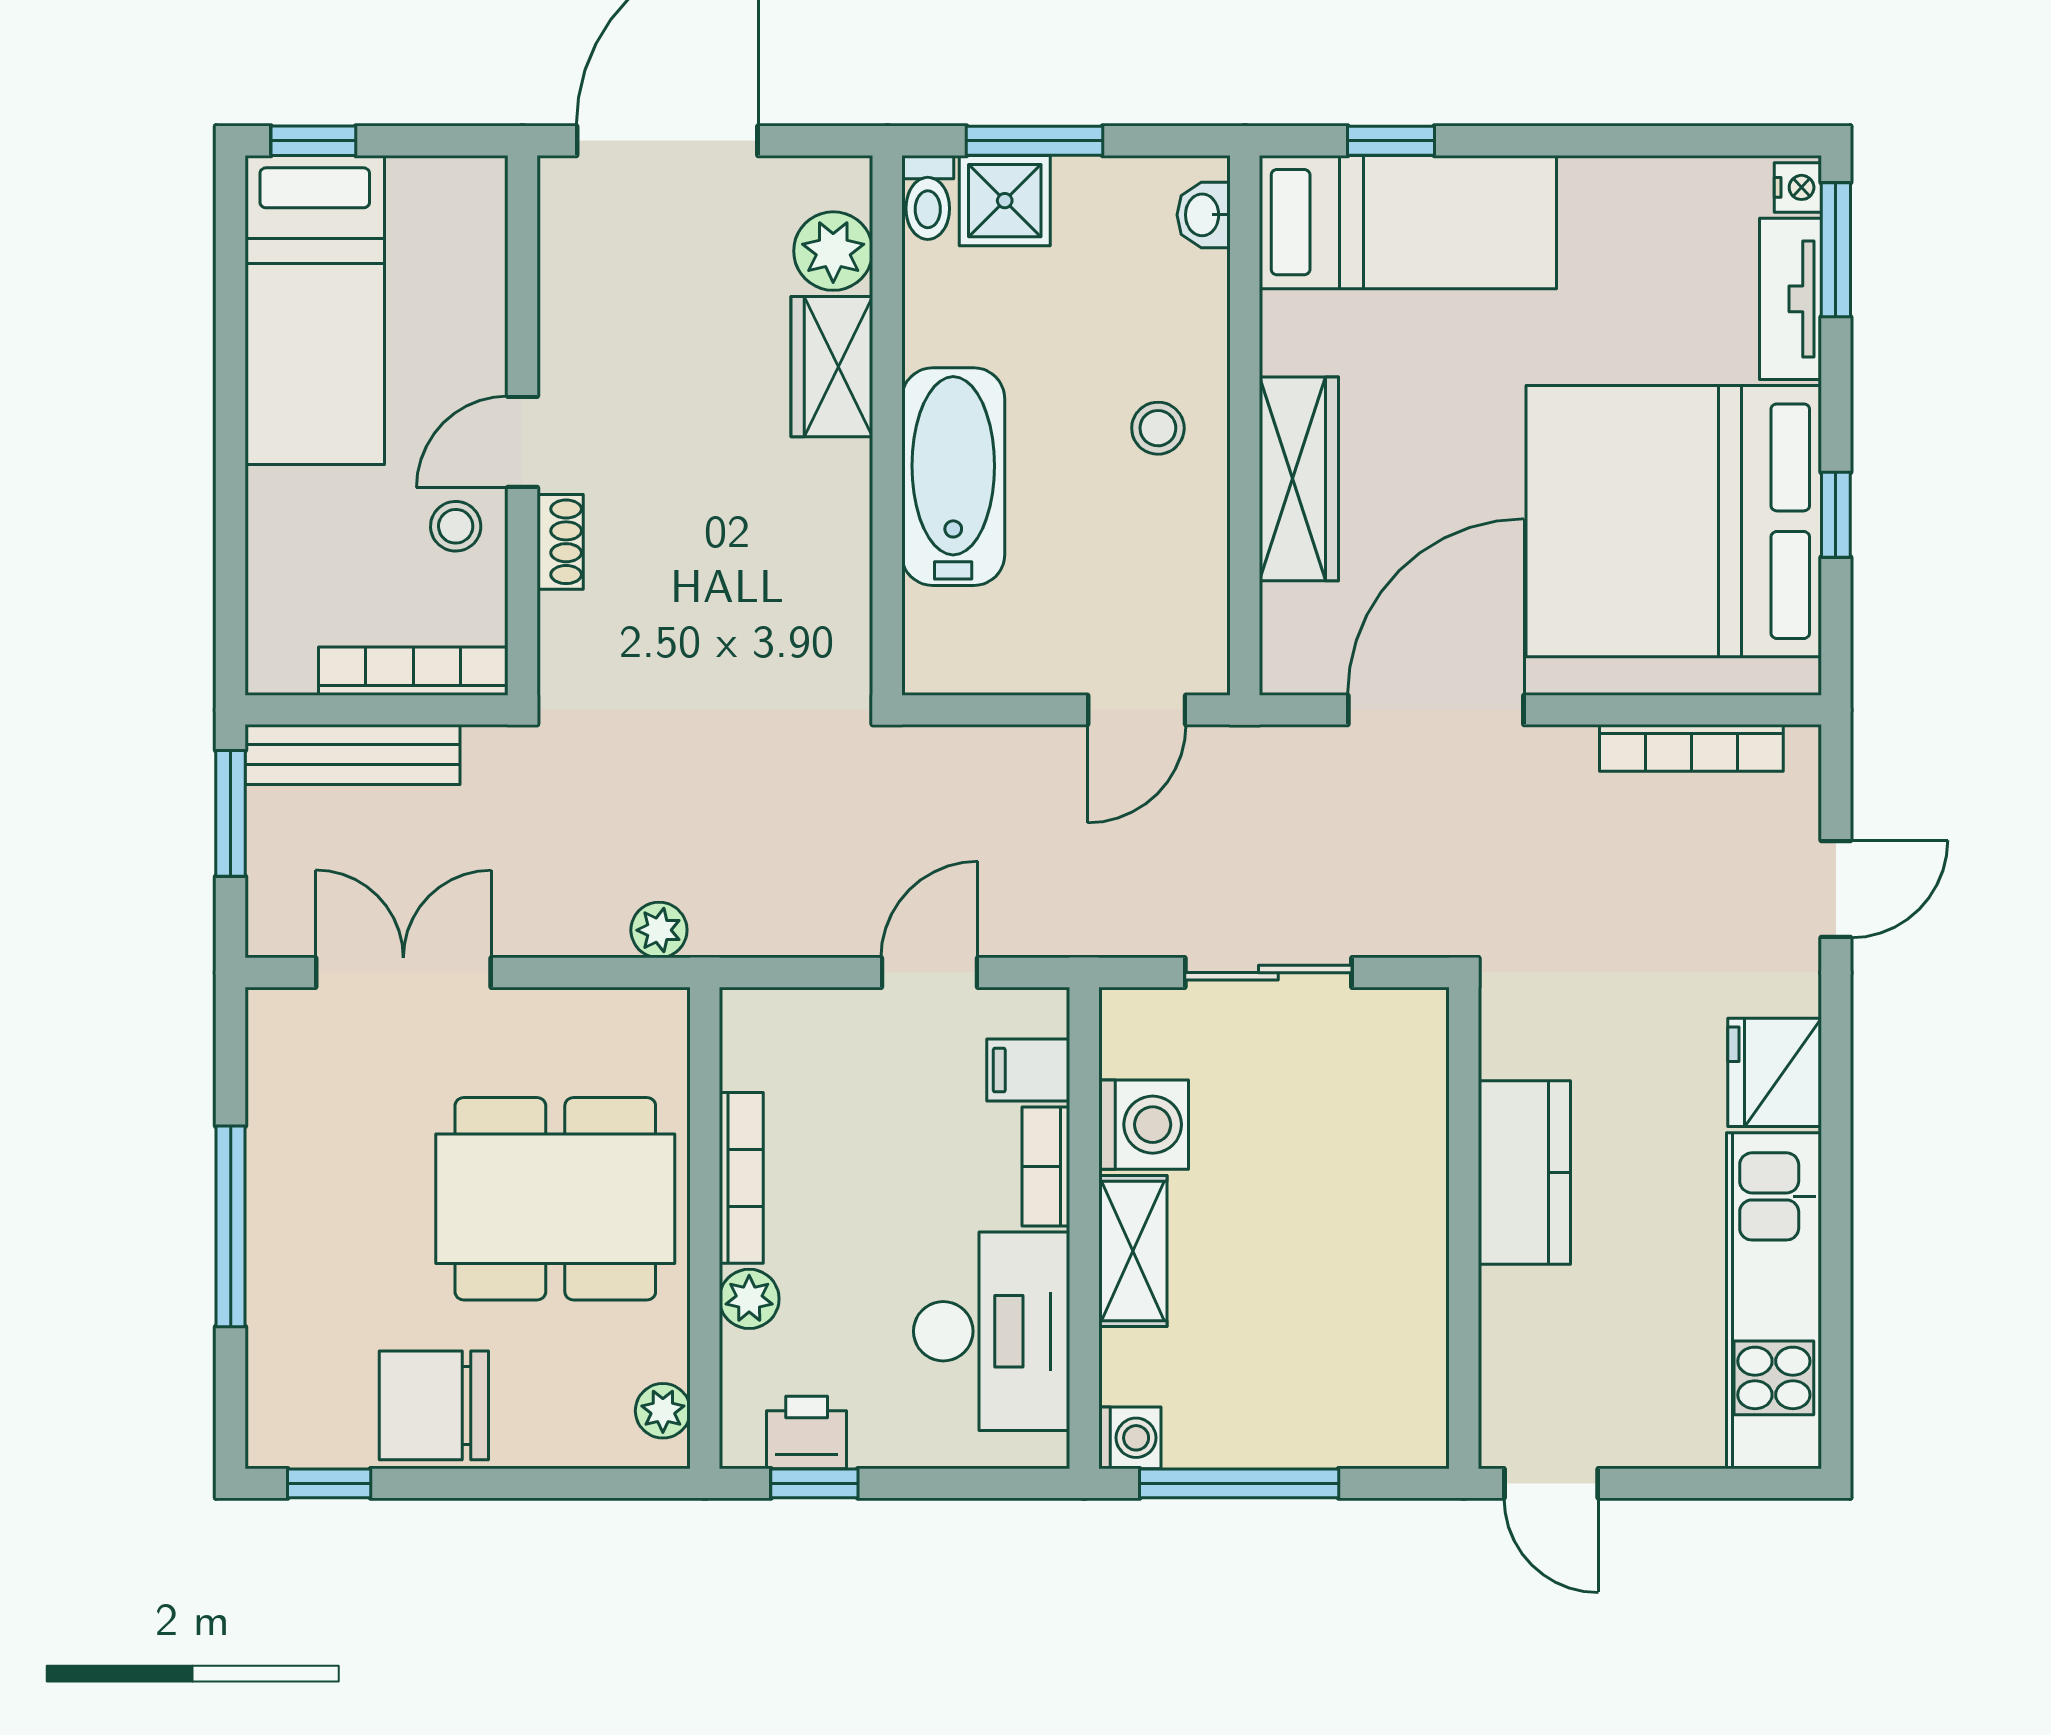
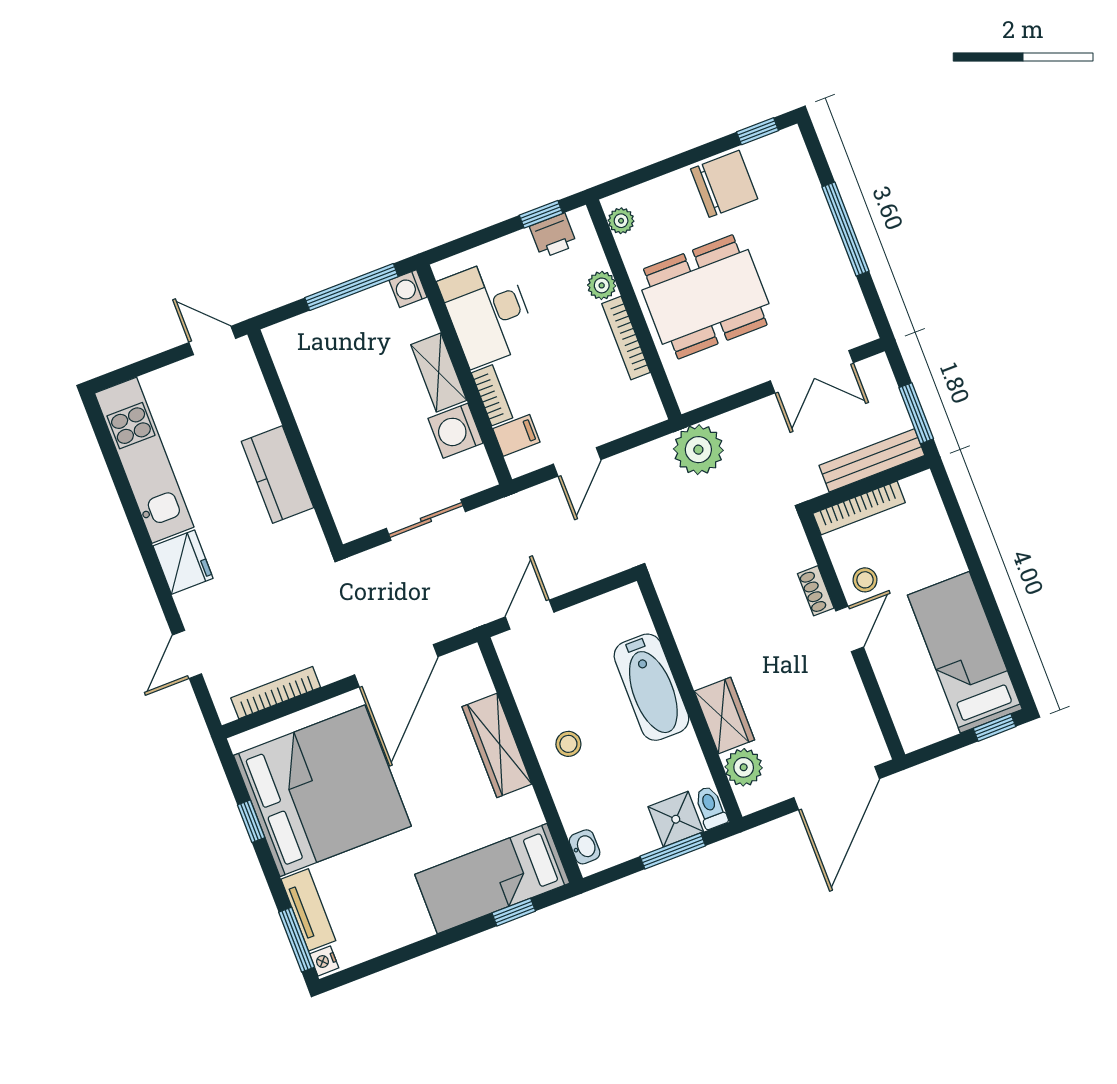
plant: (659, 930) -> (698, 450), width x1.87, depth x1.87

